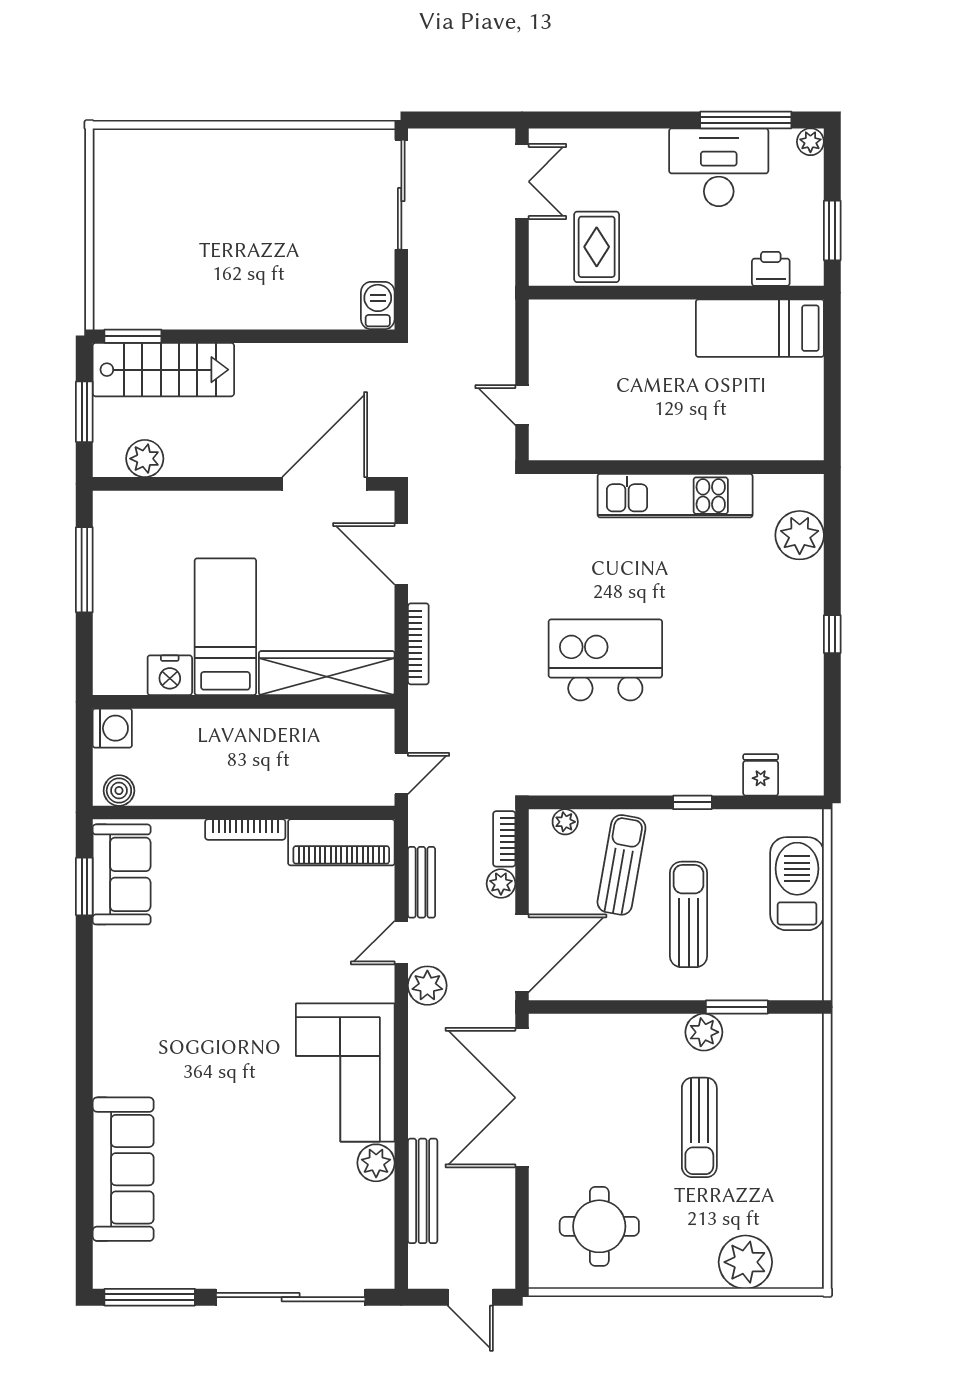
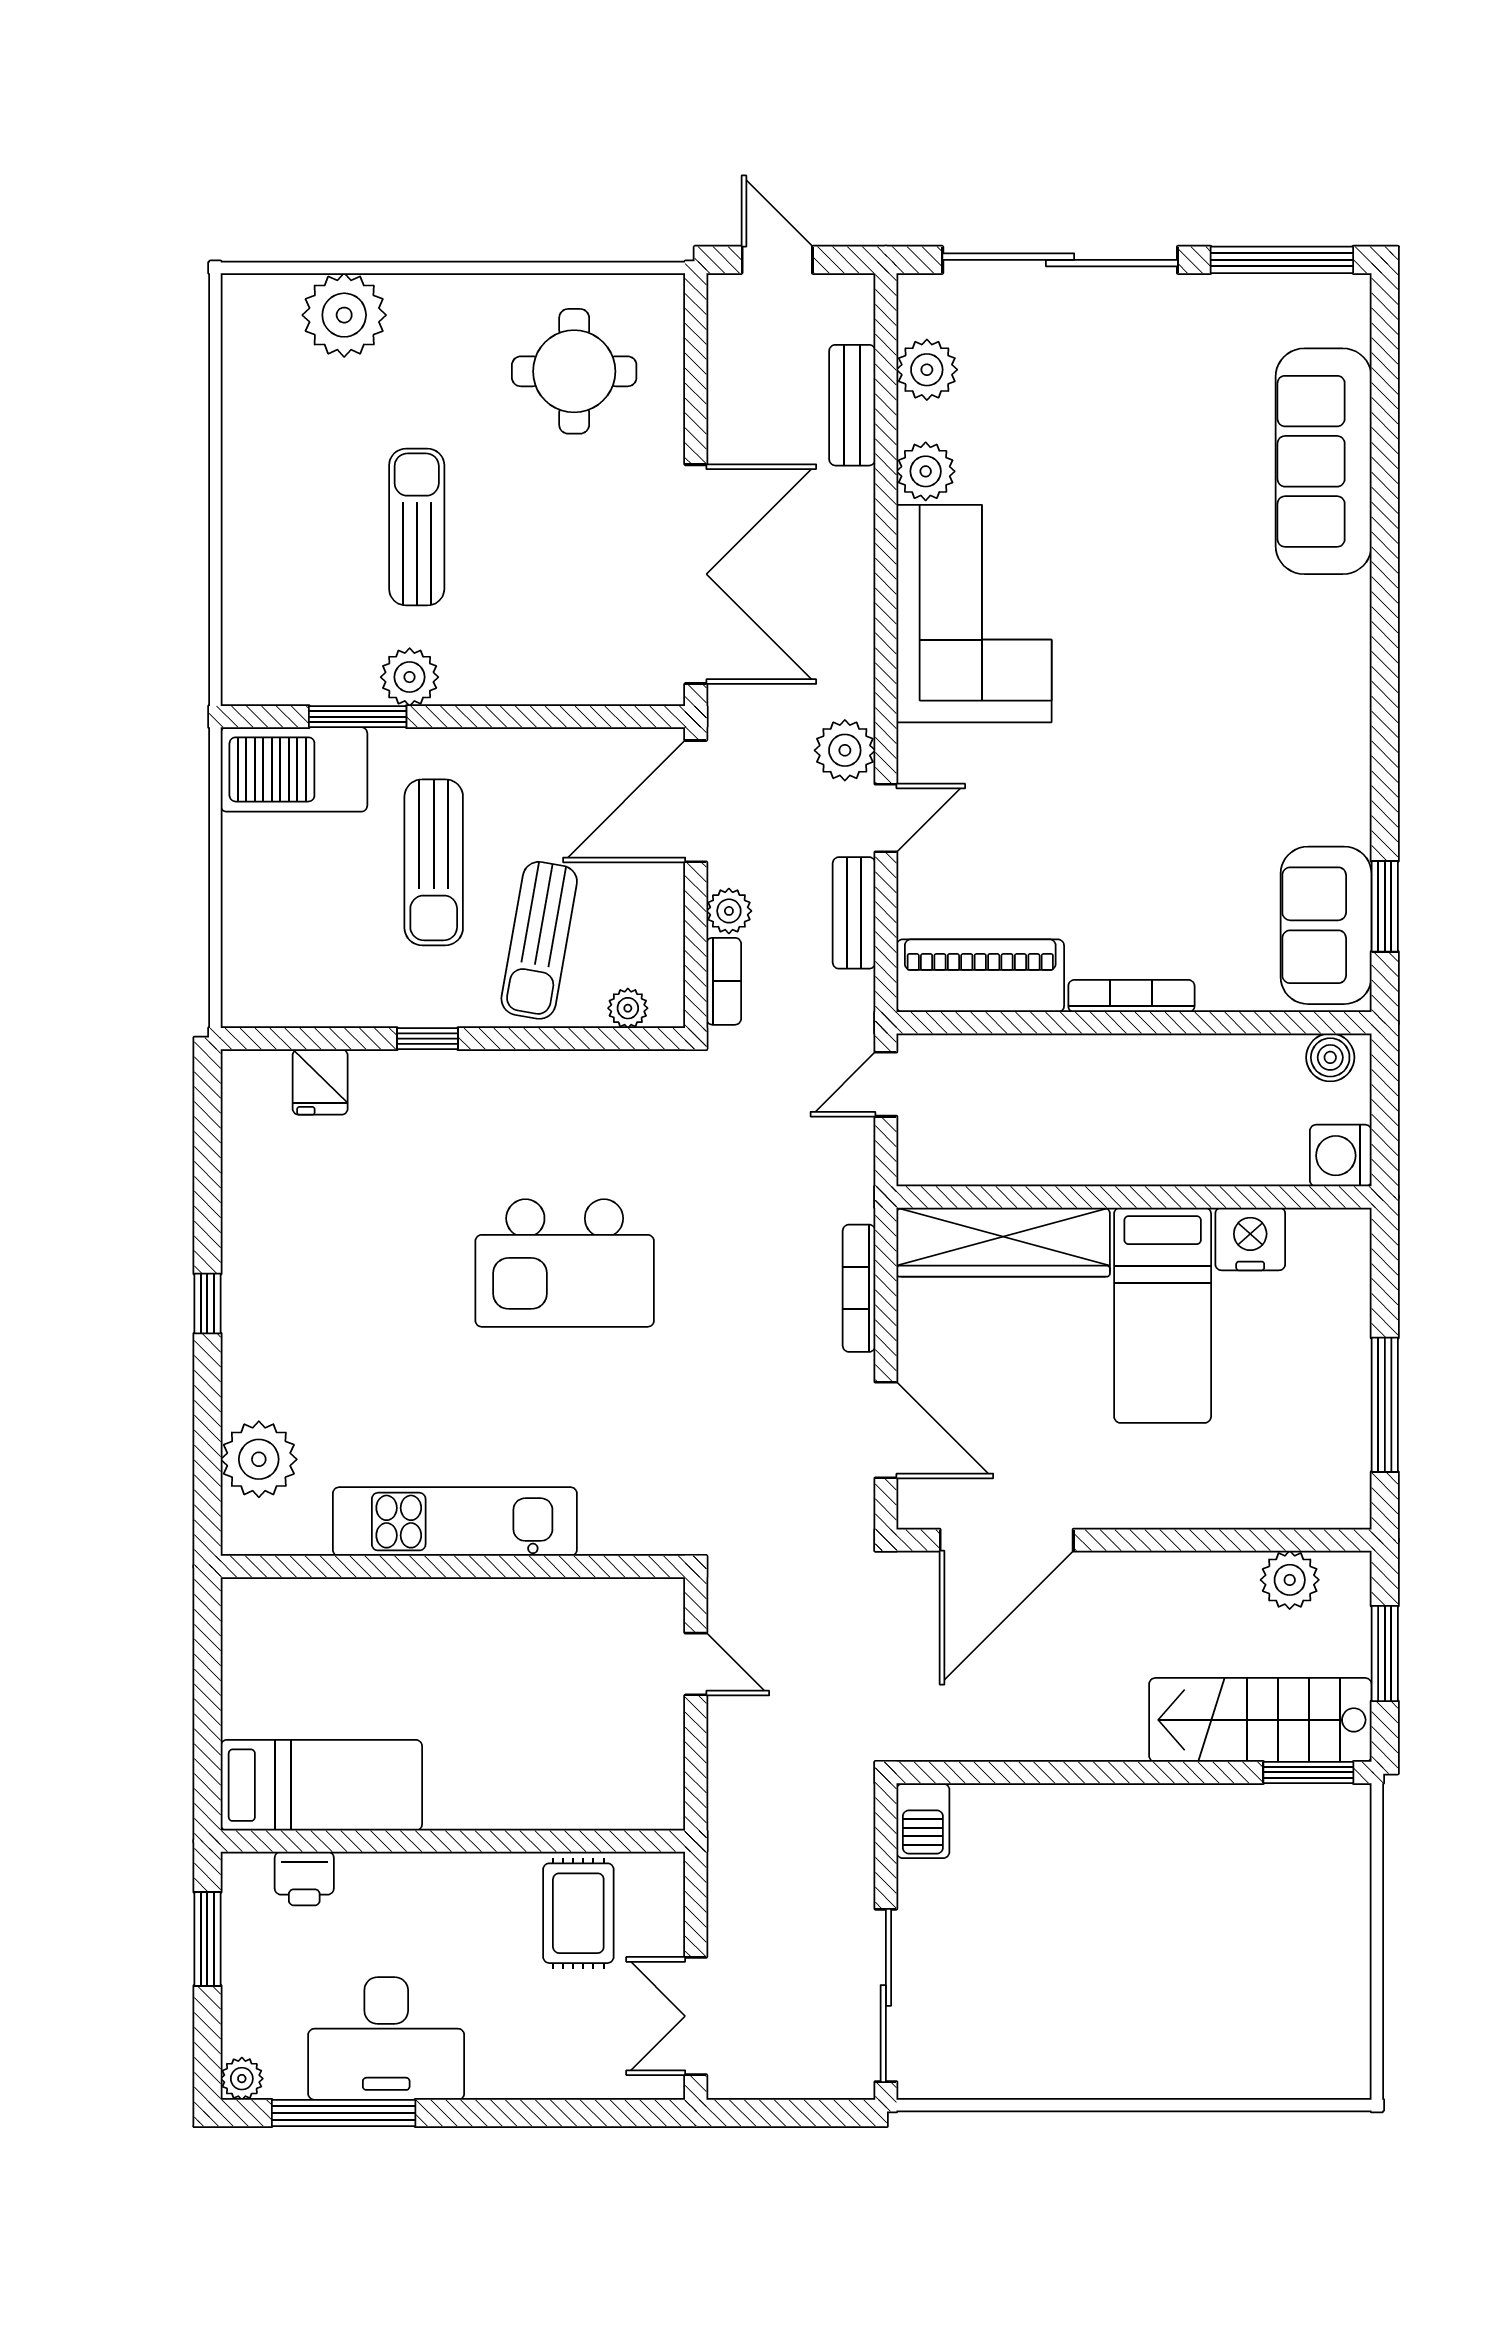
barbecue: (797, 884) -> (294, 769), moved, turned 90
bench: (423, 1191) -> (852, 405), width x0.73
plant: (375, 1227) -> (927, 370), added

